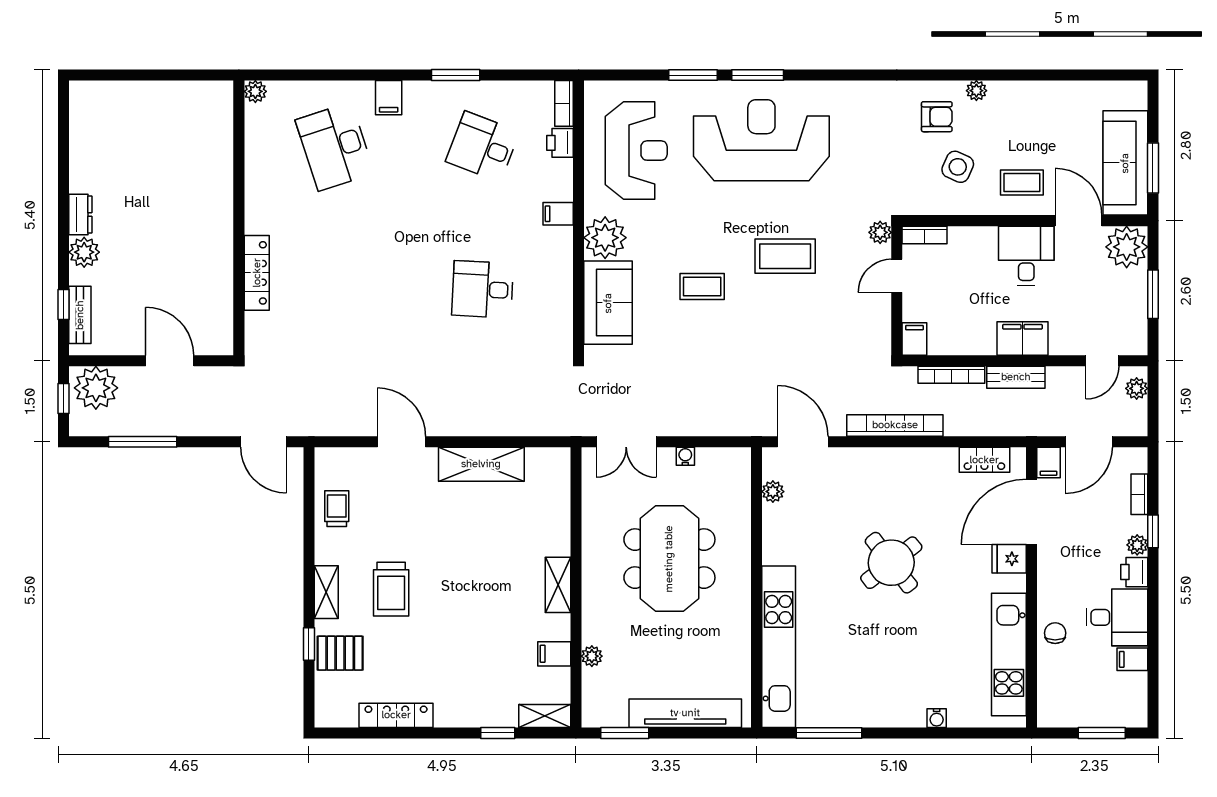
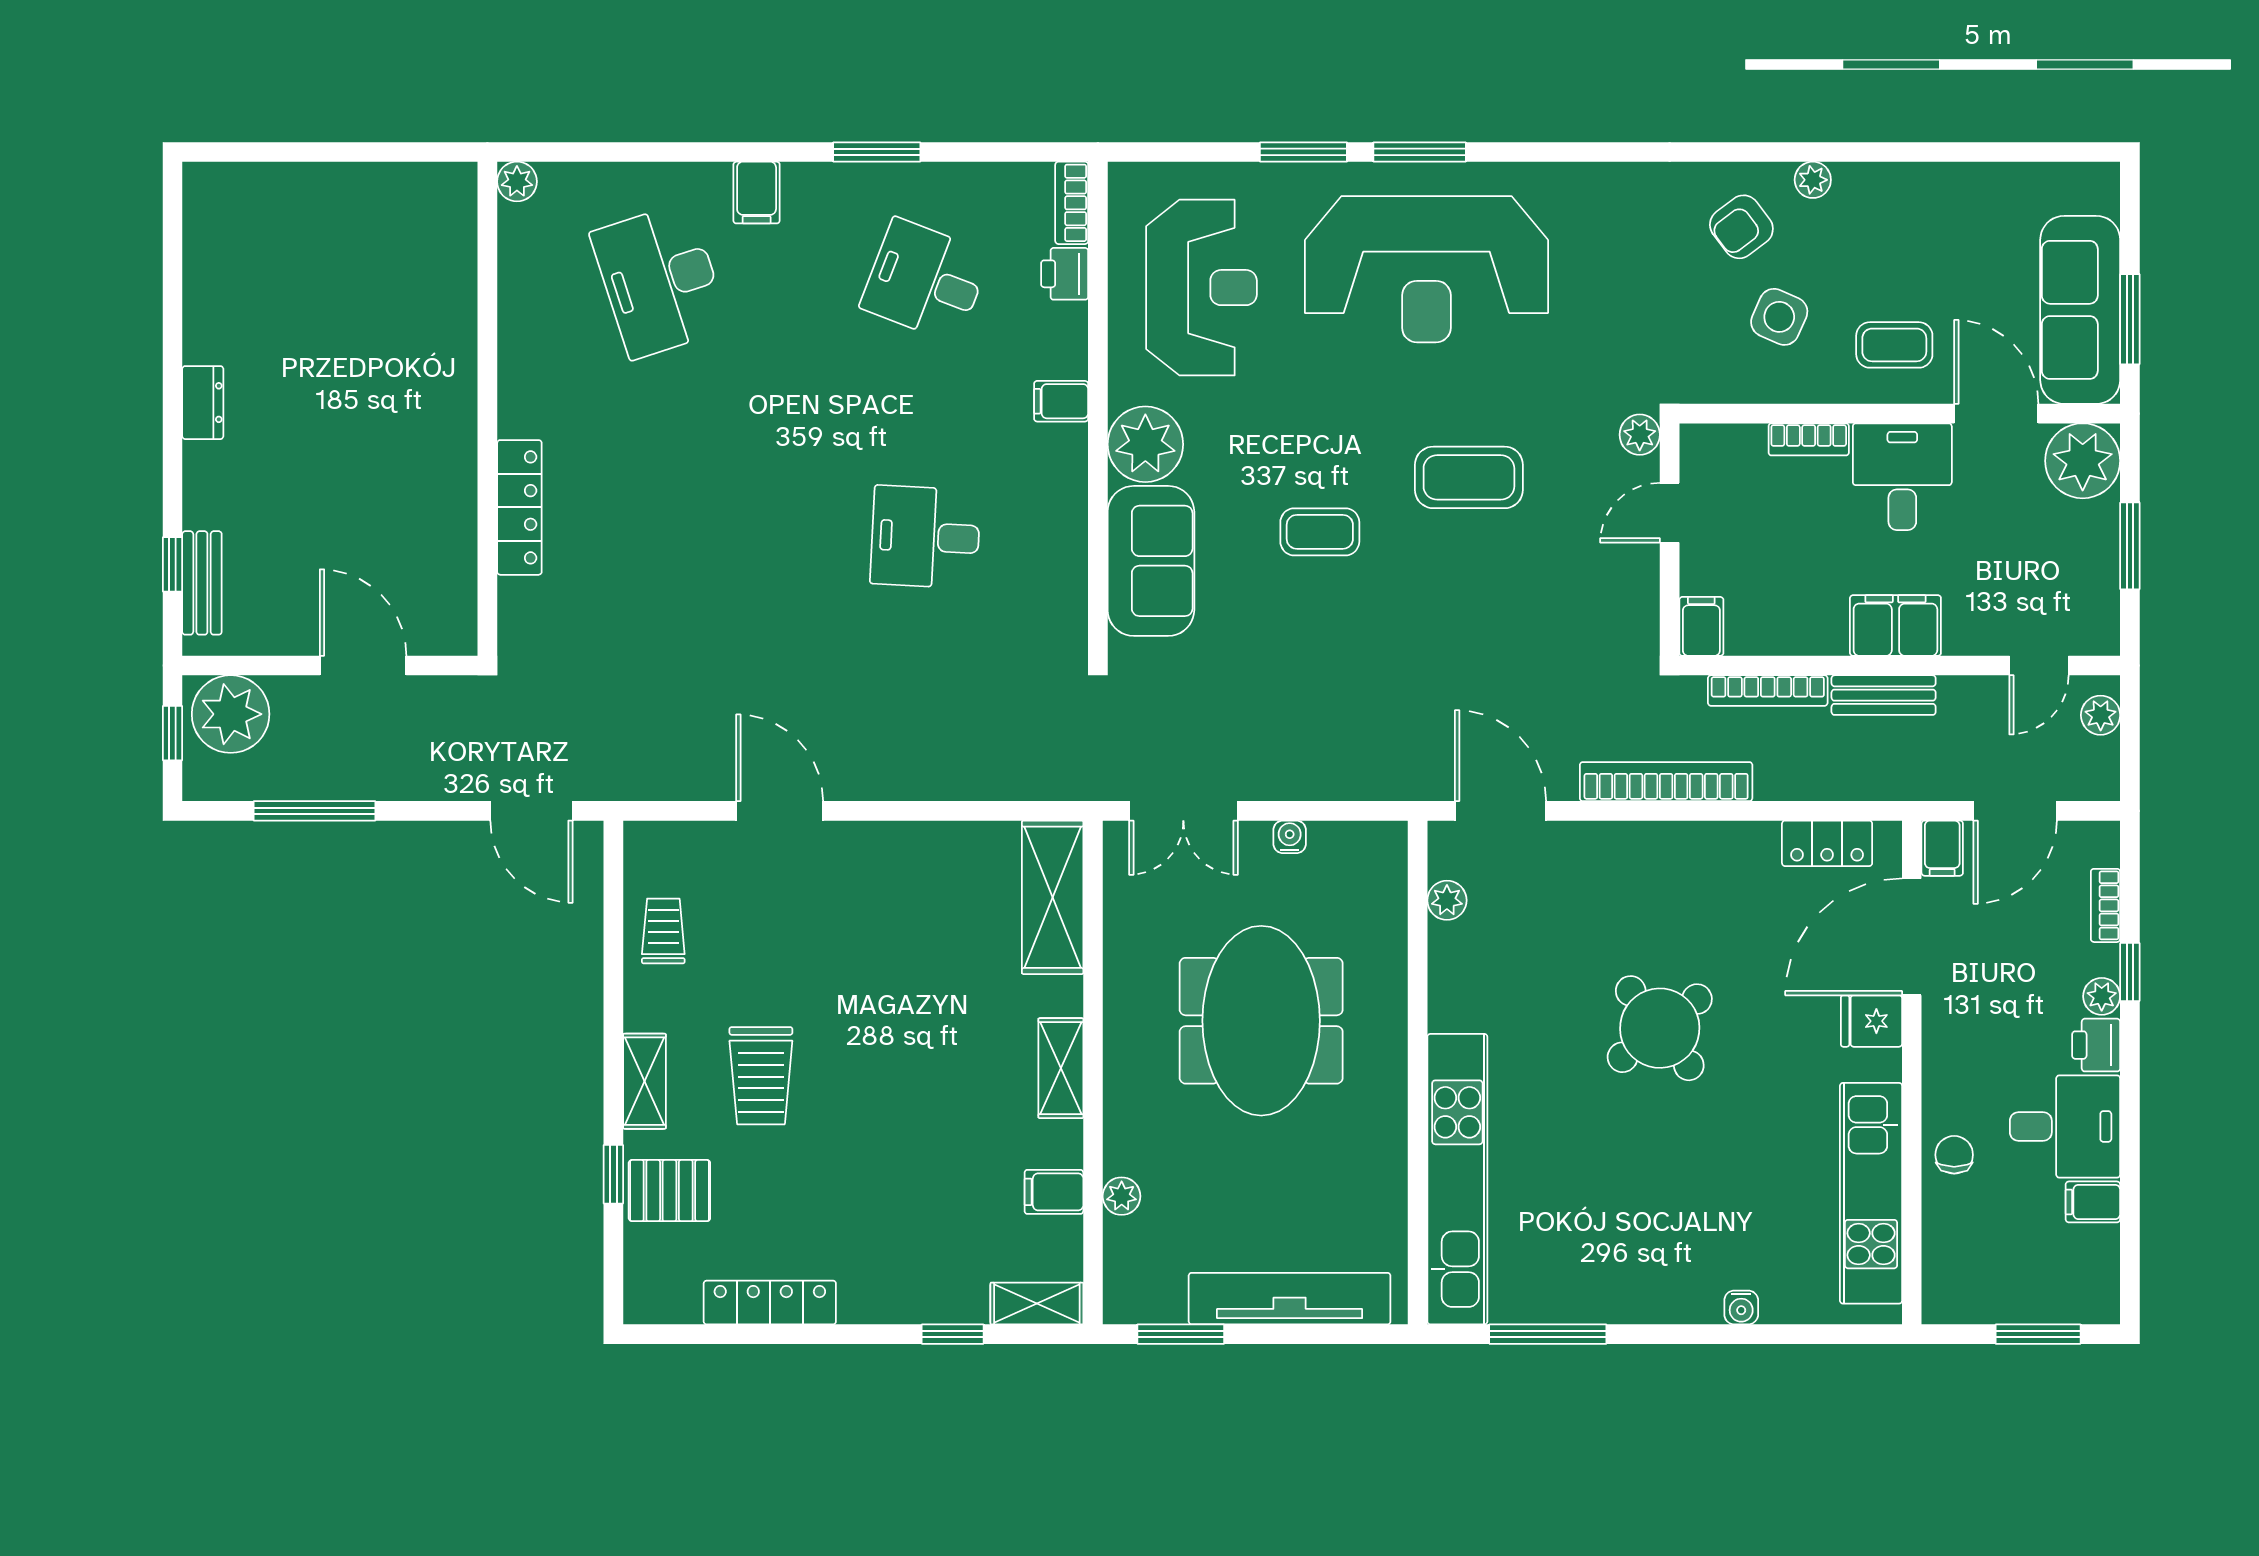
armchair: (937, 117) -> (1741, 227), turned 143
reception desk: (761, 140) -> (1426, 269), turned 180
bookcase: (925, 235) -> (1809, 439), moved
plant: (84, 252) -> (209, 470), removed
shelving: (481, 464) -> (1053, 897), moved, turned 90

